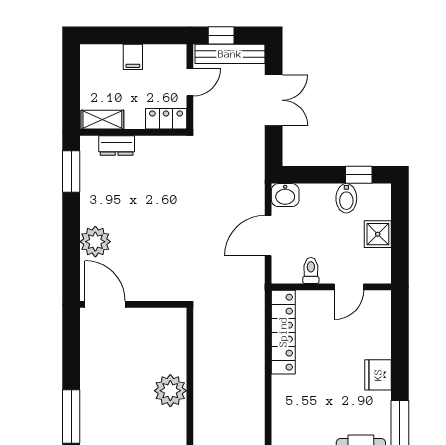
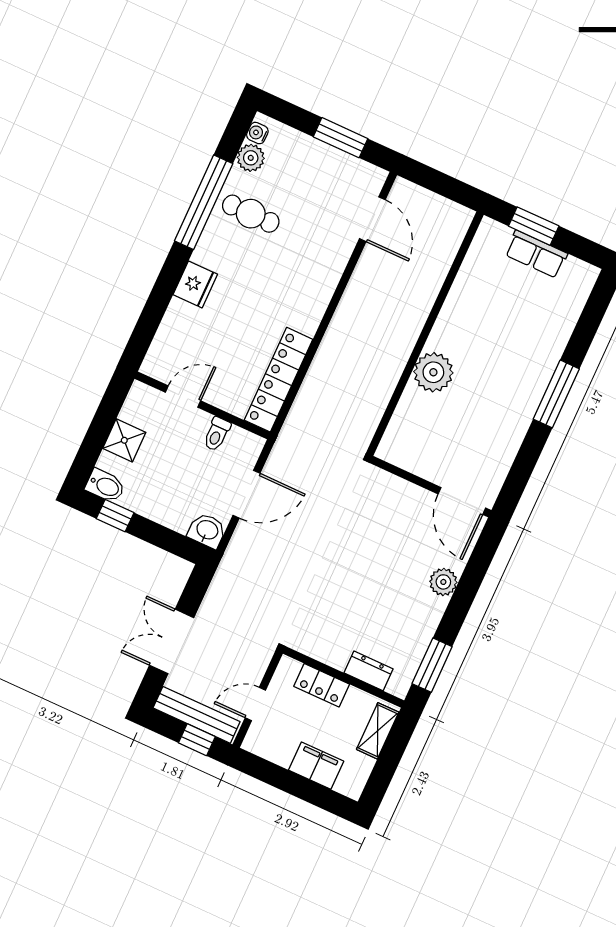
filing cabinet: (133, 57) -> (316, 766), width x2.00
locker: (166, 119) -> (322, 685), moved
shelving: (102, 120) -> (378, 731), moved, turned 90
bidet: (346, 198) -> (105, 486), moved, turned 90
plant: (95, 242) -> (443, 582), width x0.73, depth x0.73

